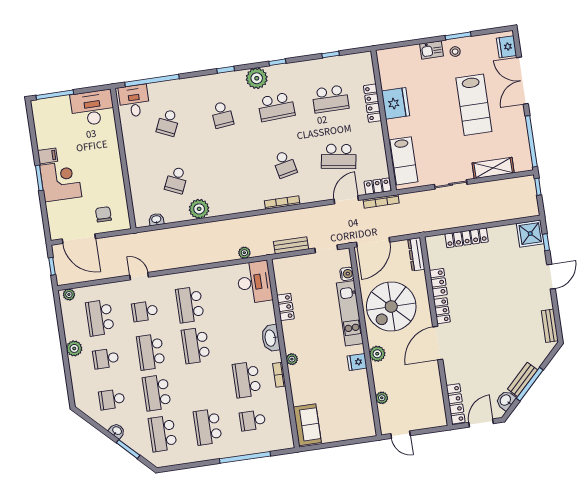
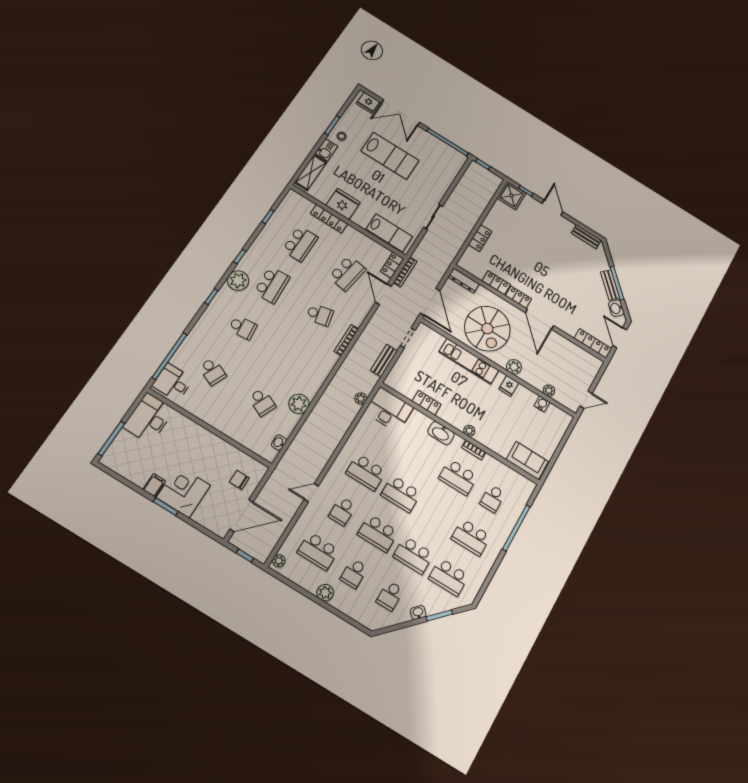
shelving: (493, 168) -> (311, 172), moved
locker: (467, 238) -> (480, 238), width x0.66
water cooler: (347, 274) -> (542, 404), moved

